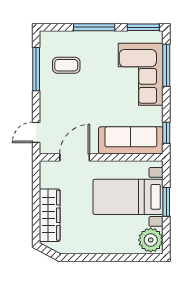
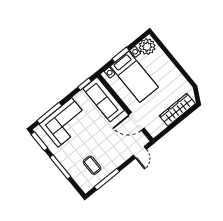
door: (36, 132) -> (140, 152), hinge flipped

